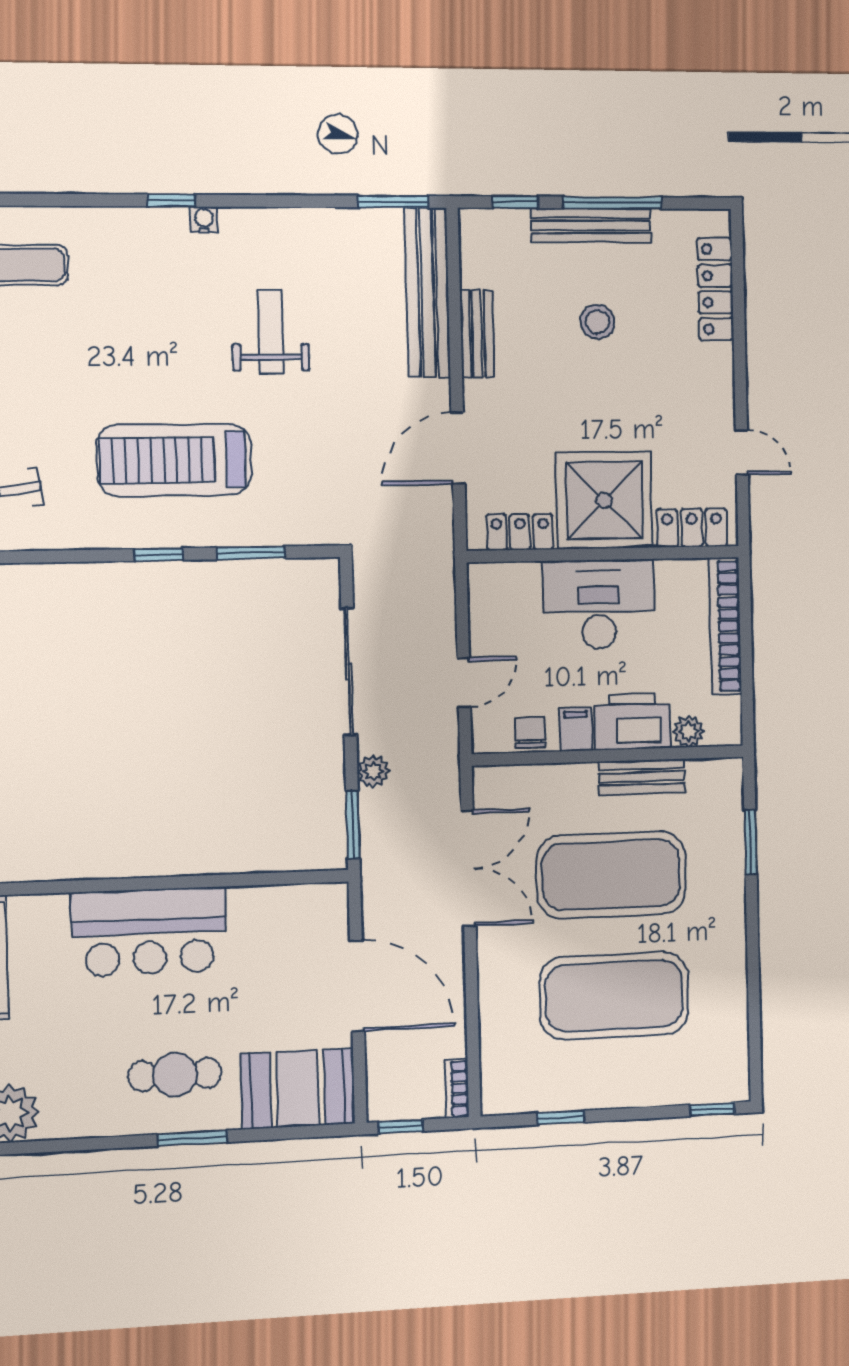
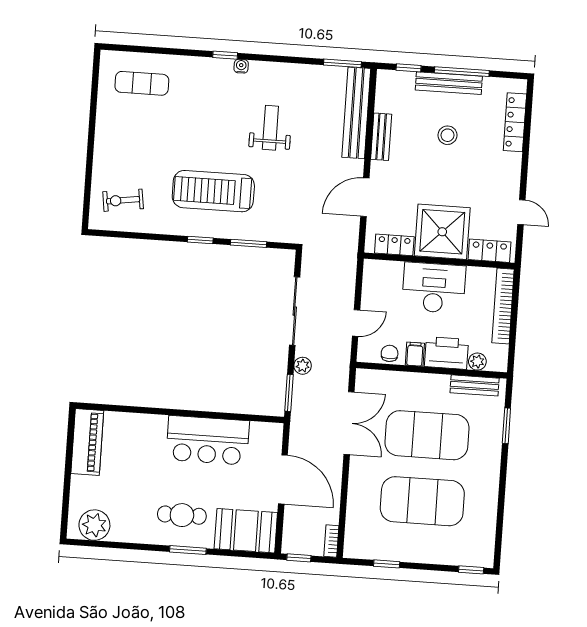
bench: (642, 777) -> (475, 385), moved
bar counter: (149, 932) -> (208, 440), moved

